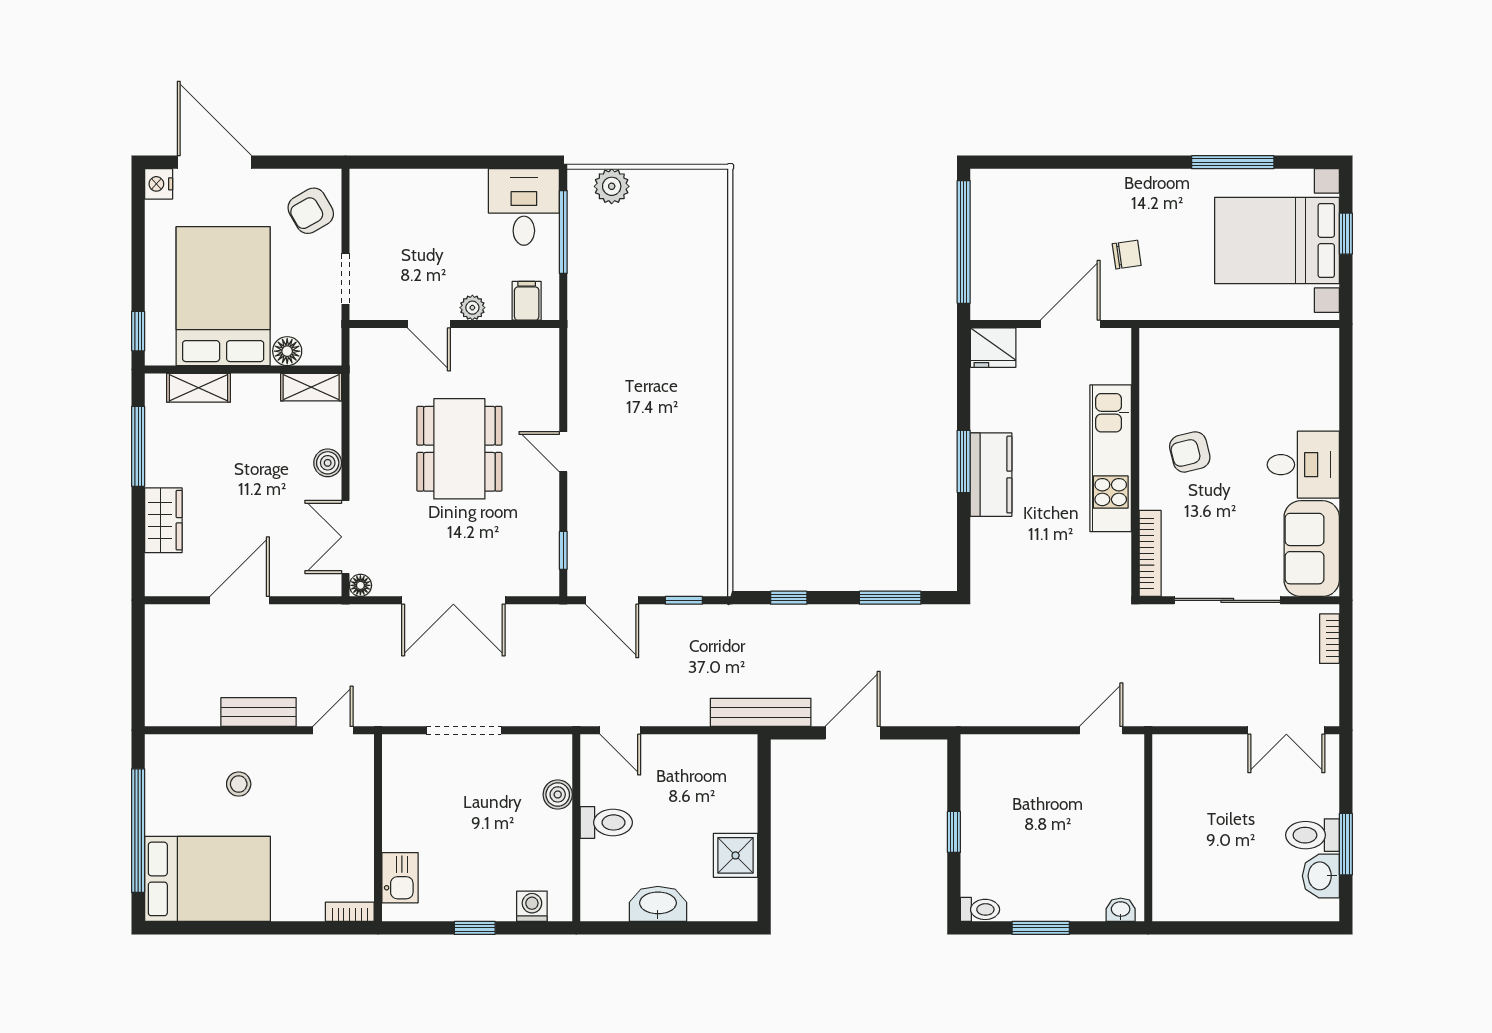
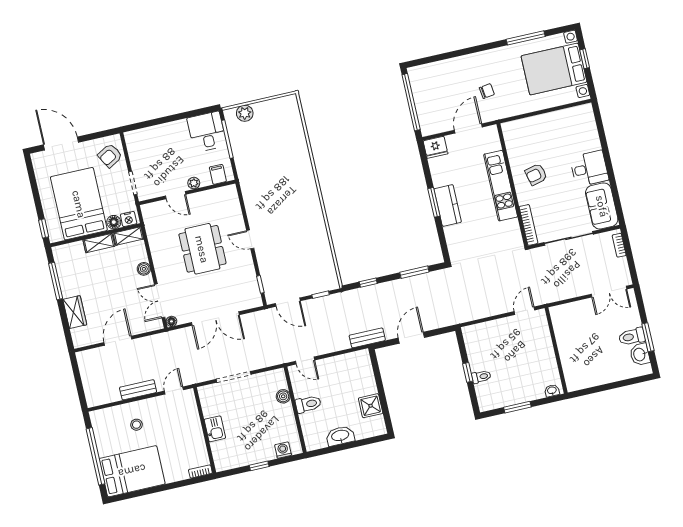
nightstand: (159, 184) -> (129, 219), moved, turned -90
shelving: (199, 388) -> (99, 243), moved
bench: (761, 712) -> (367, 338), width x0.73
kitchen sink: (400, 878) -> (215, 429), moved
toilet: (980, 909) -> (481, 377), moved

